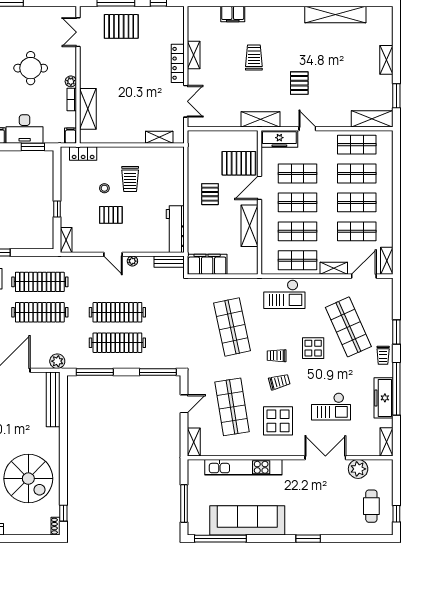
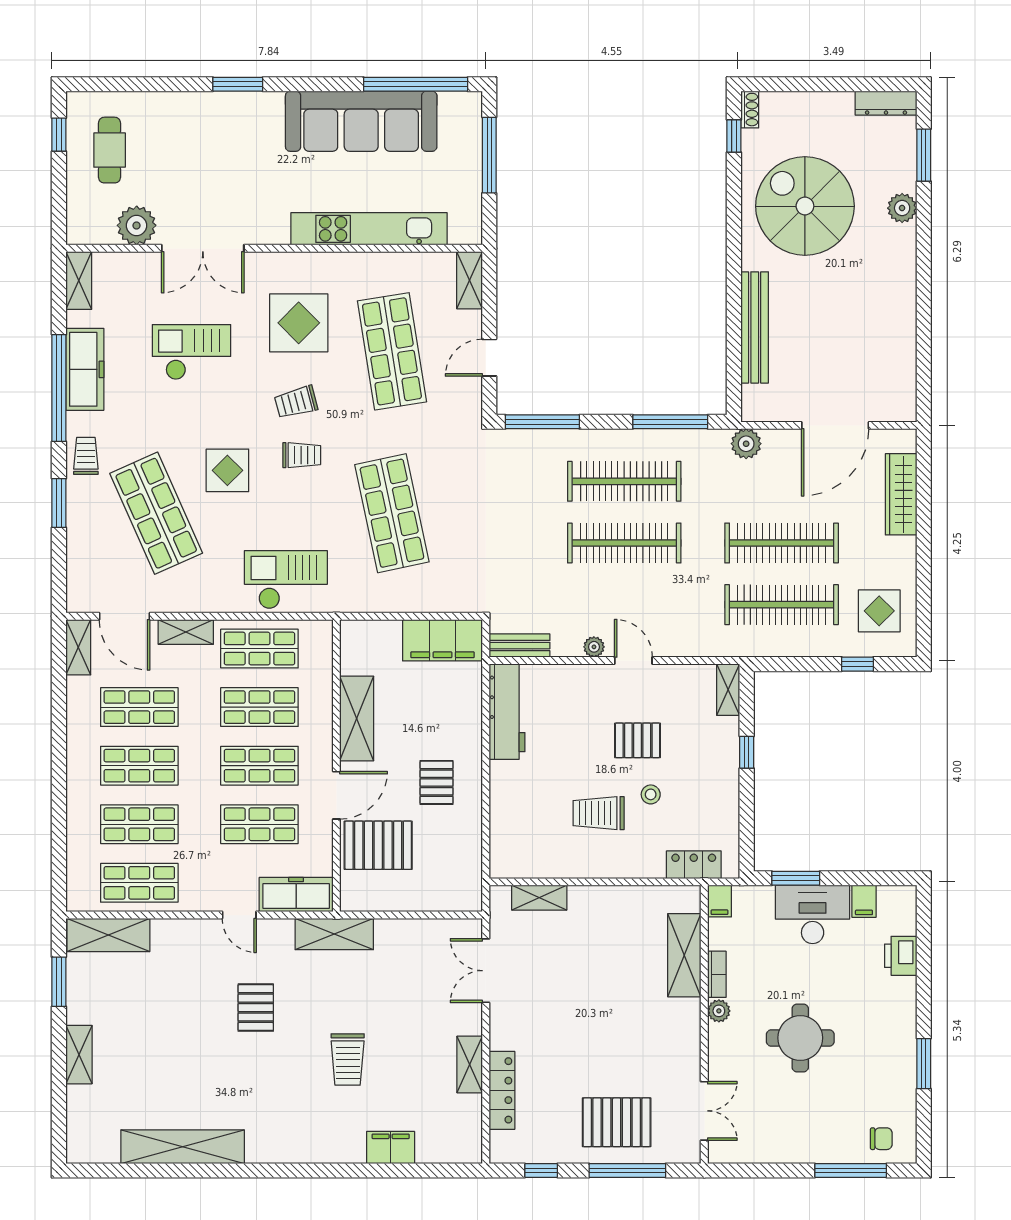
locker: (178, 63) -> (502, 1090), moved
trolley: (130, 179) -> (599, 813), turned -90
door: (364, 276) -> (125, 616), hinge flipped
bench: (53, 399) -> (755, 327), moved

